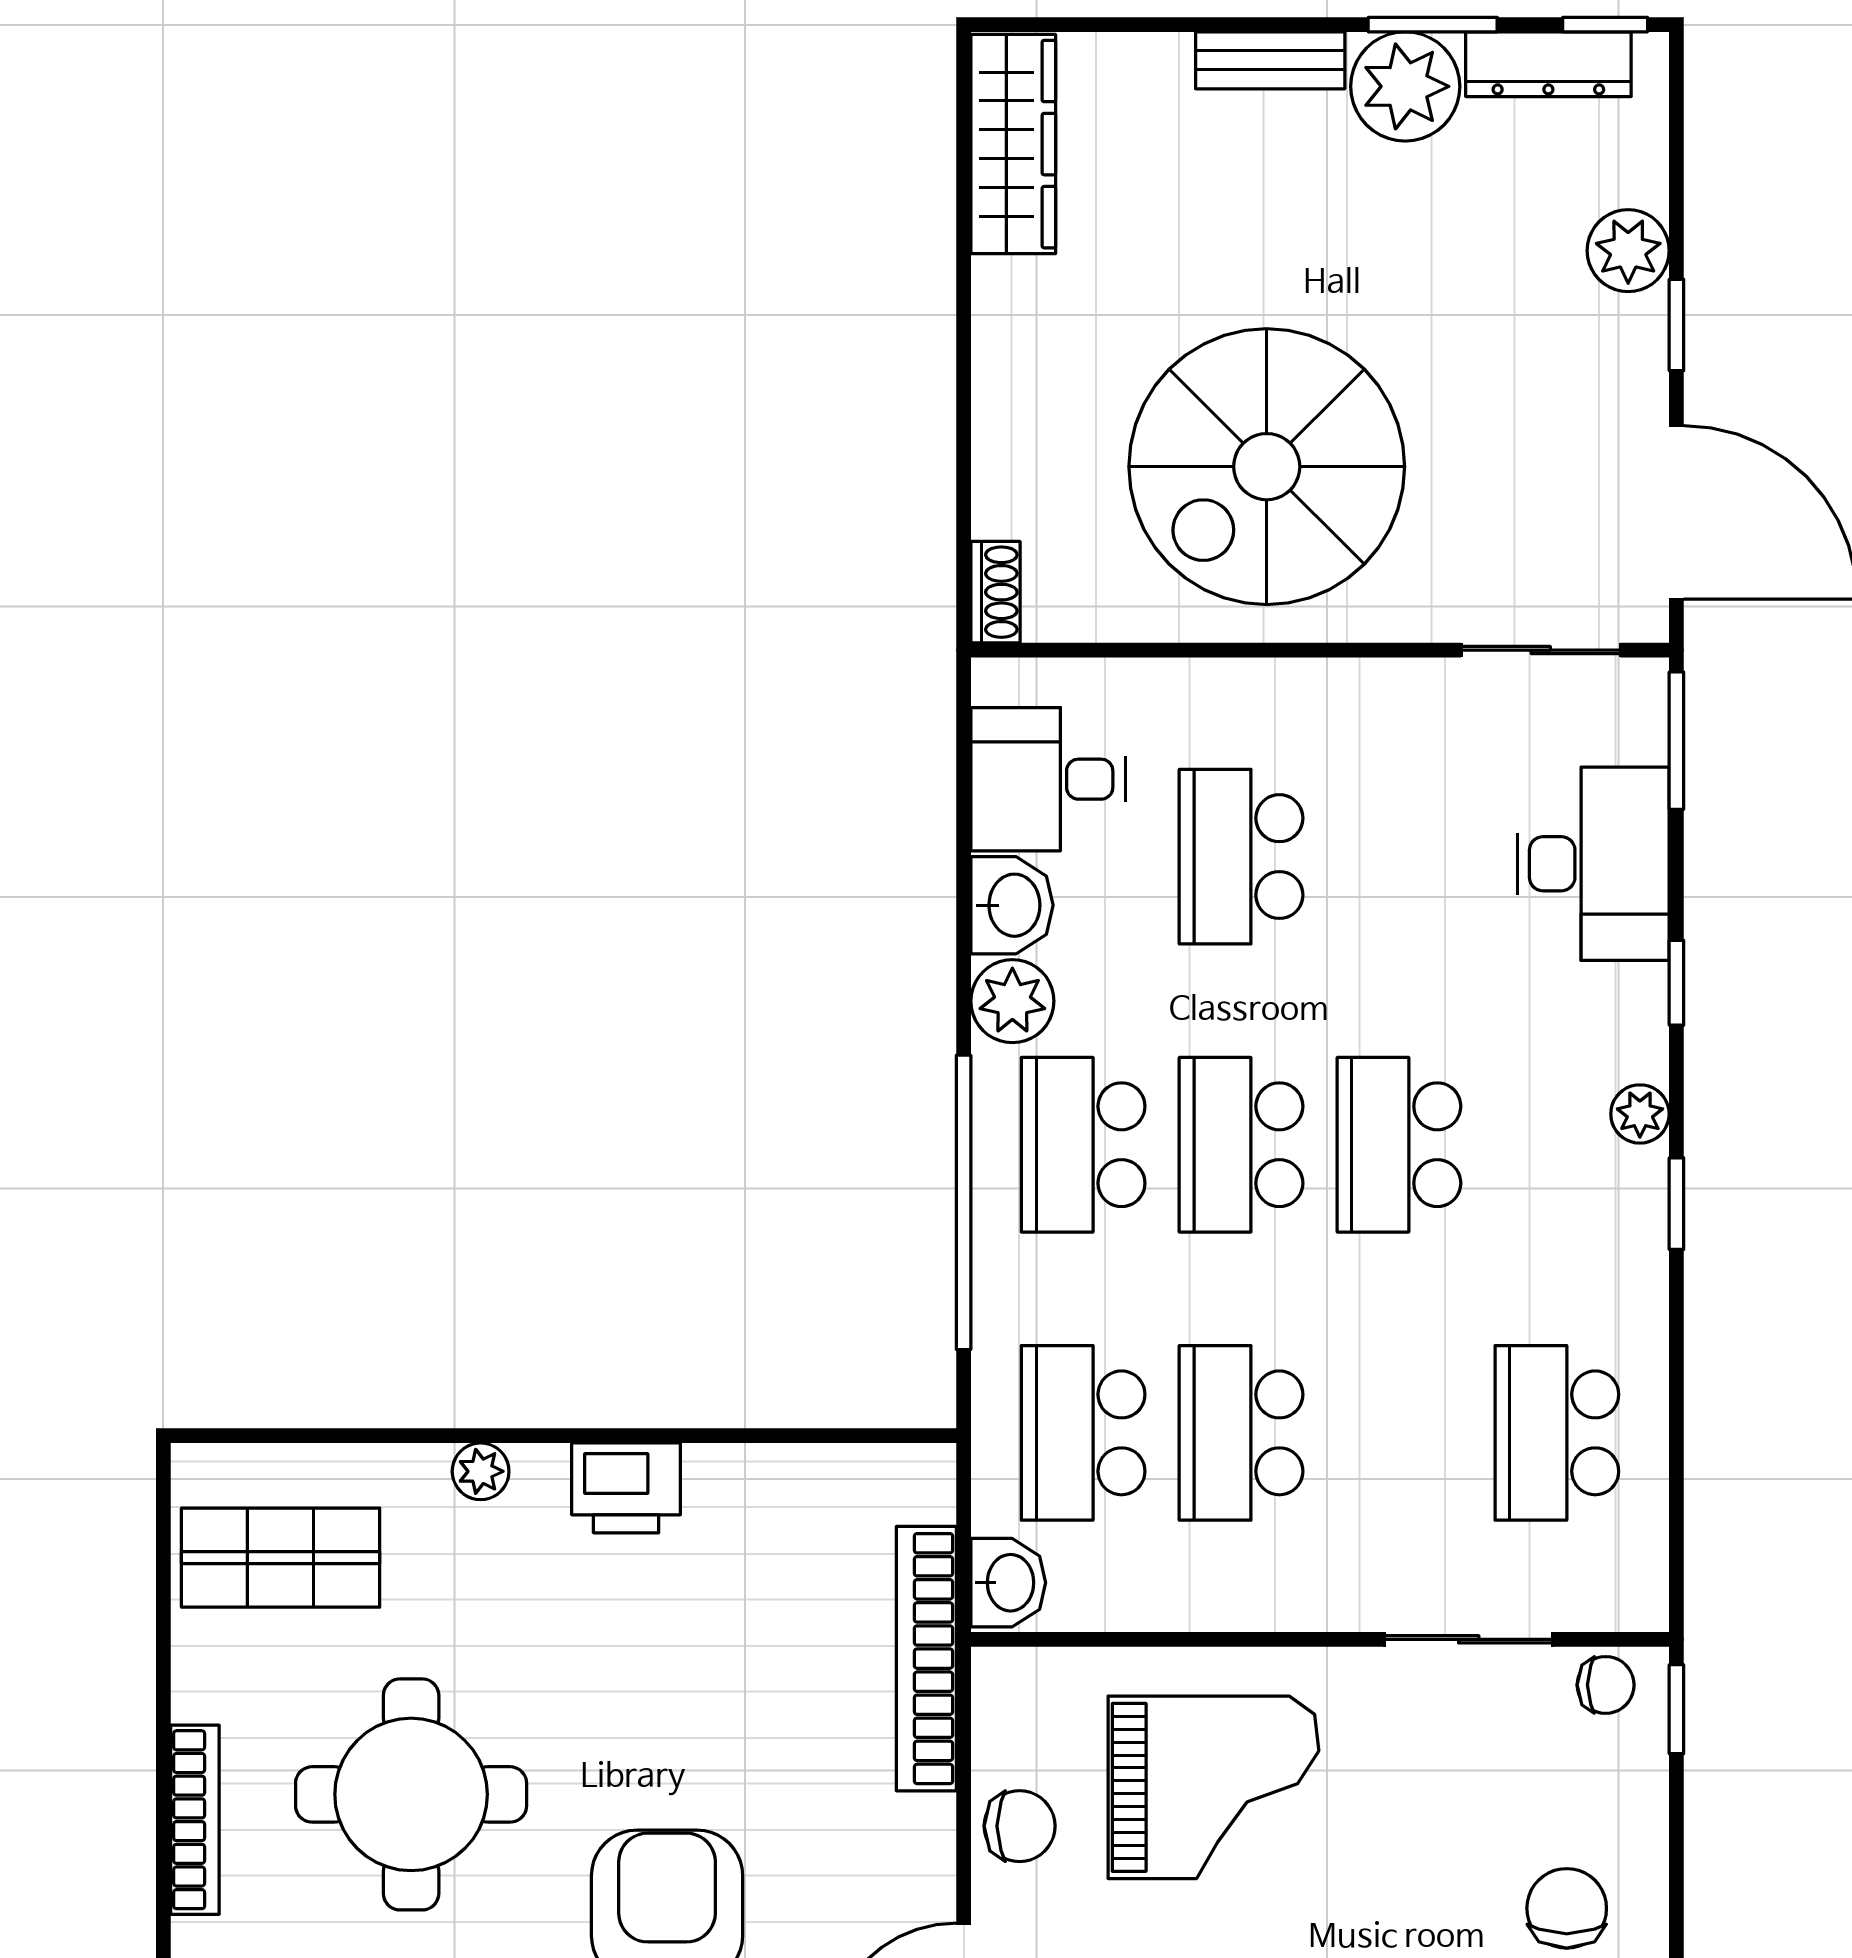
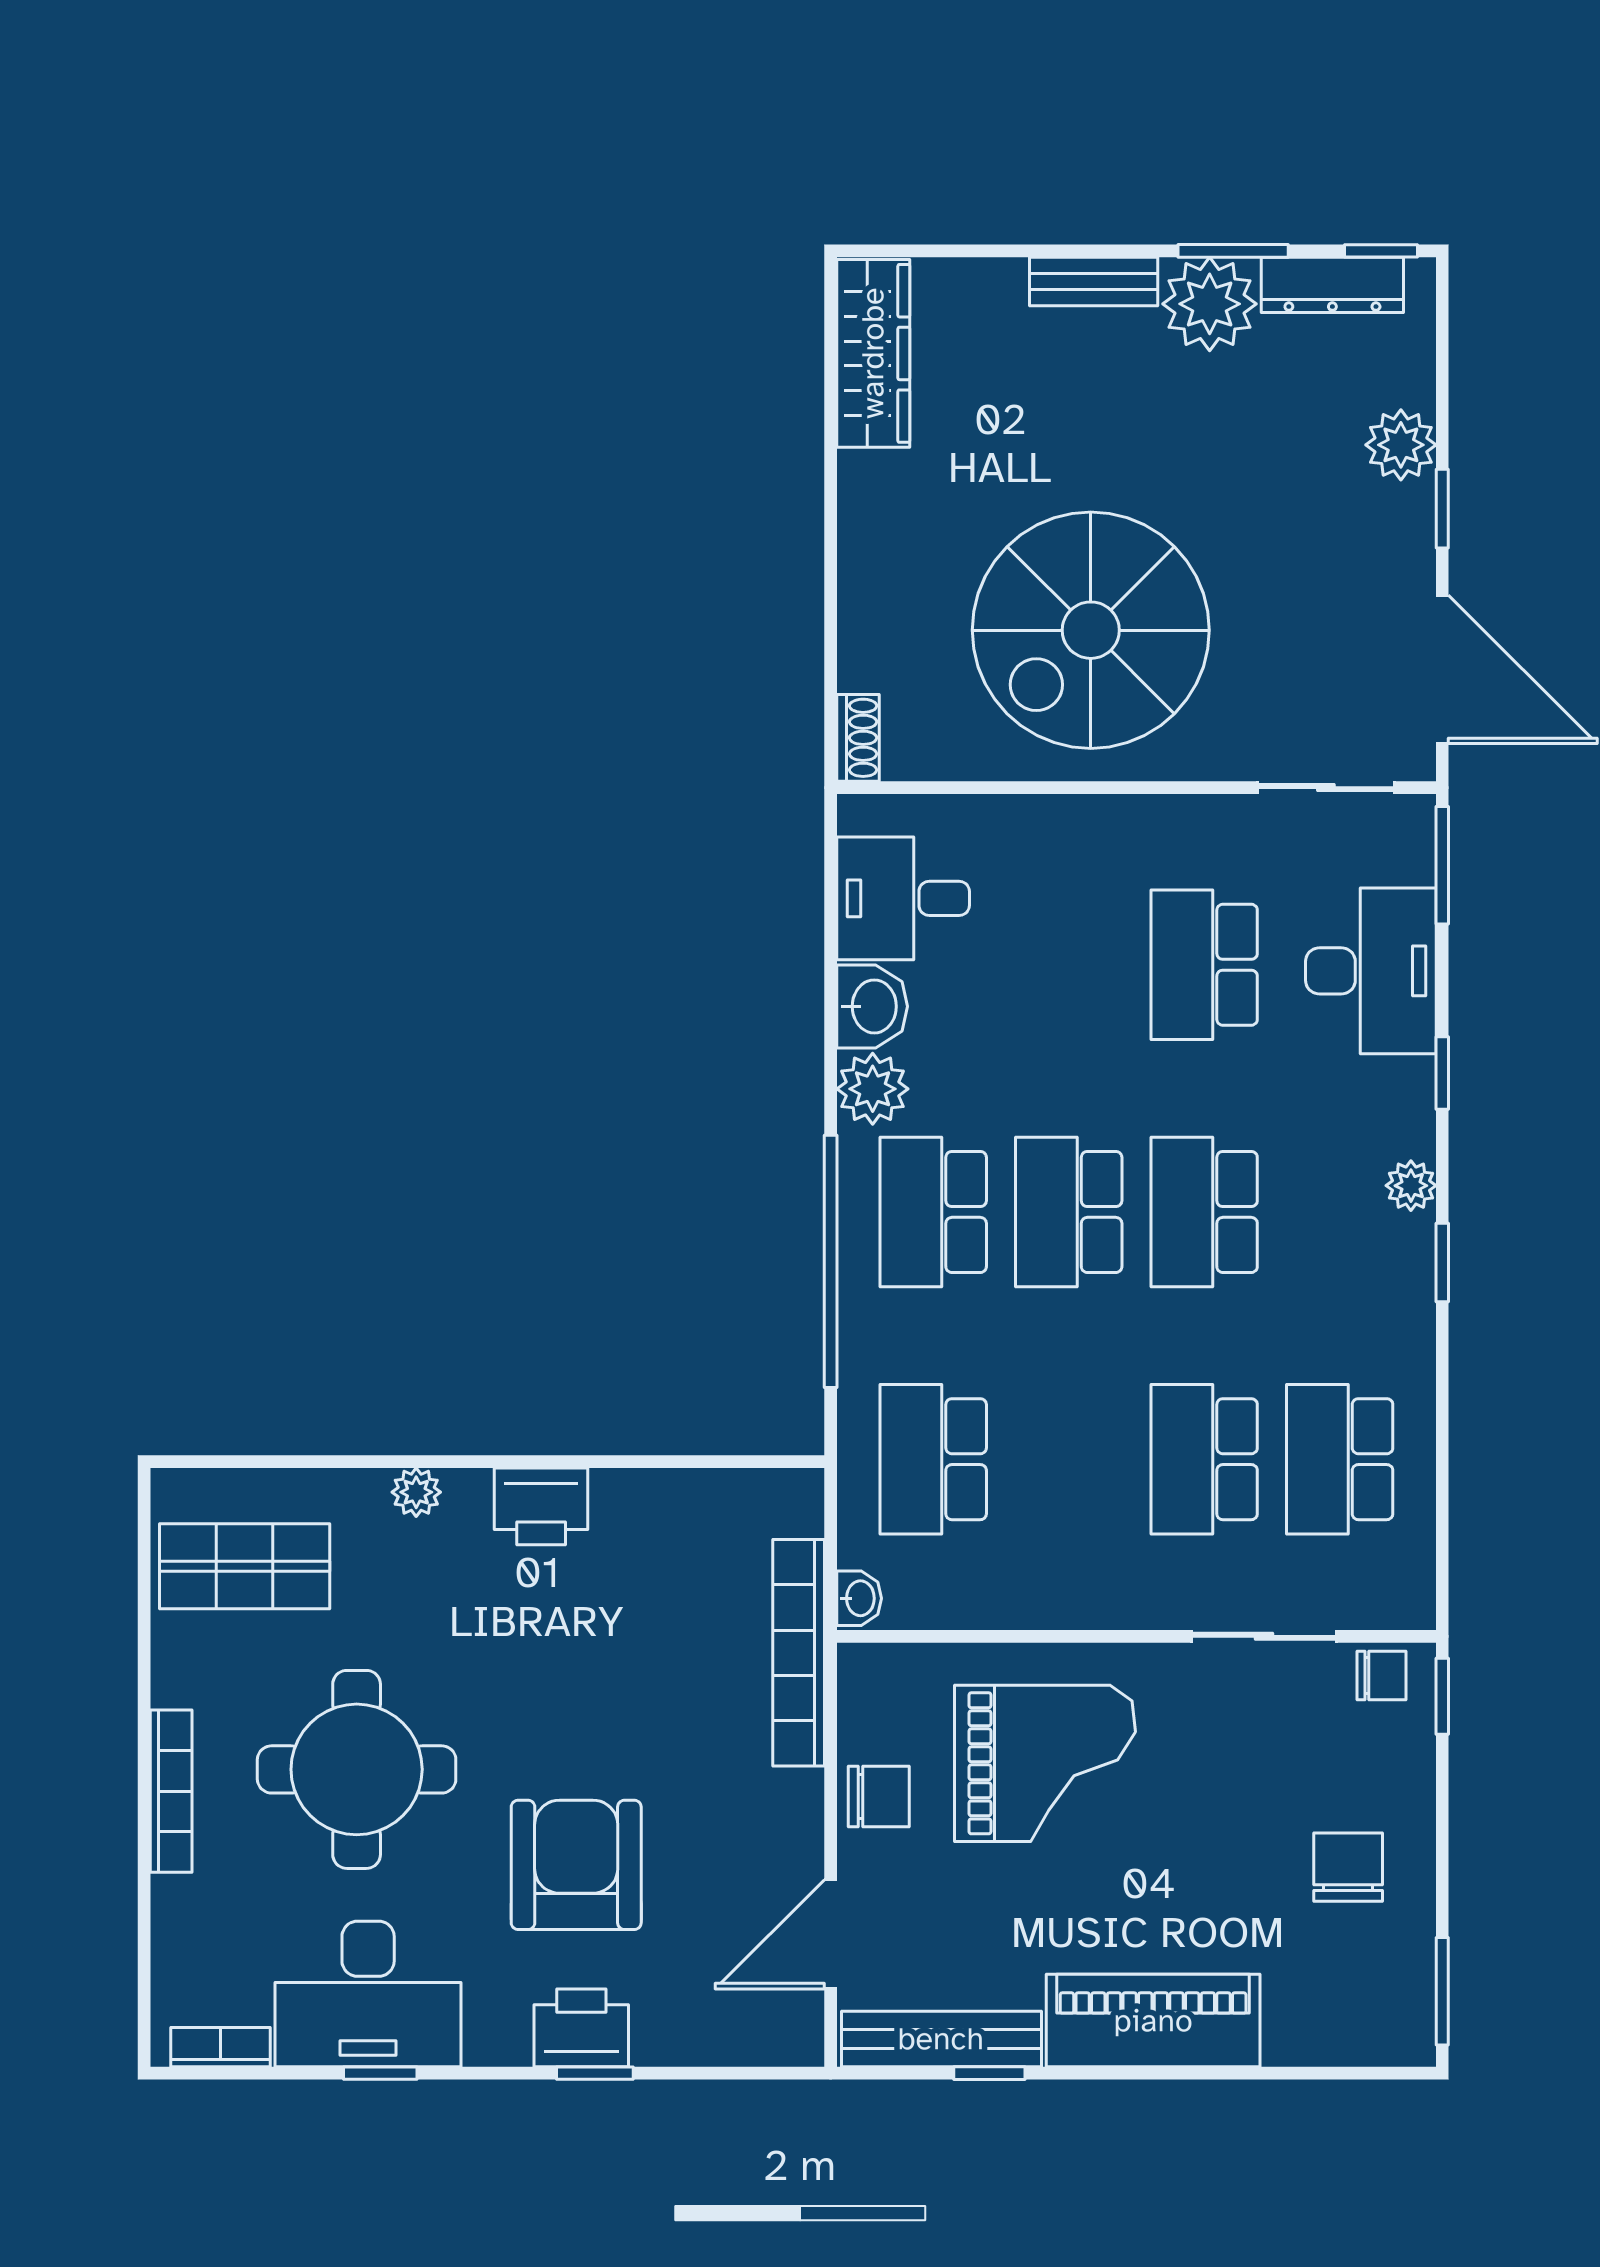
school desk: (1241, 857) -> (1204, 965), moved
school desk: (1241, 1433) -> (1204, 1459), moved
washbasin: (1008, 1583) -> (859, 1598), width x0.72, depth x0.69

